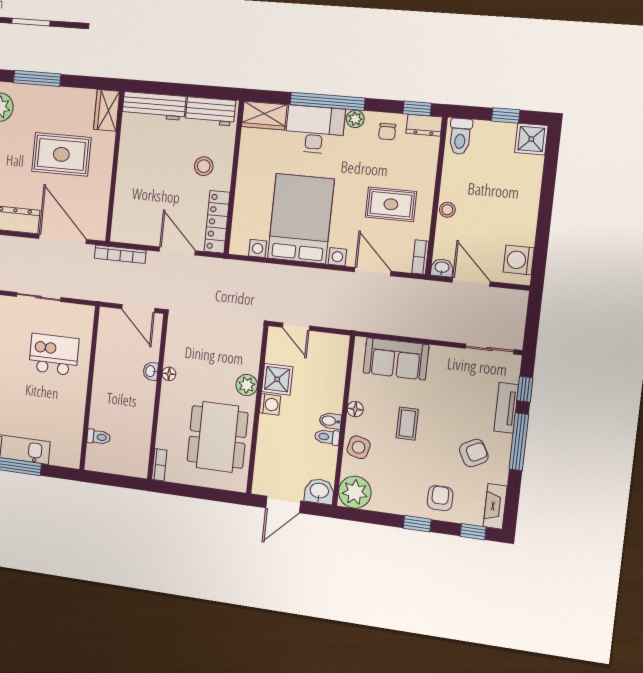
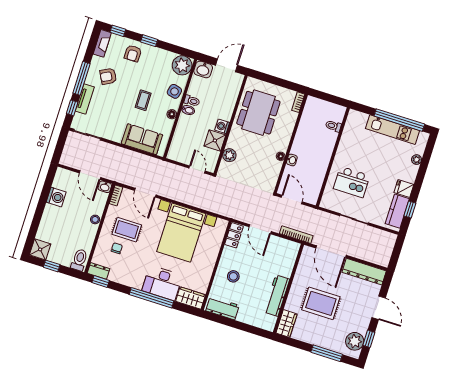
workbench: (154, 106) -> (277, 296), moved, turned -90
plant: (355, 119) -> (137, 284), removed
chair: (387, 132) -> (117, 248), moved
locker: (217, 222) -> (234, 235), width x0.66
washing machine: (519, 260) -> (56, 197), moved
plant: (247, 385) -> (229, 155), moved

